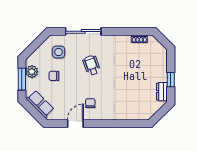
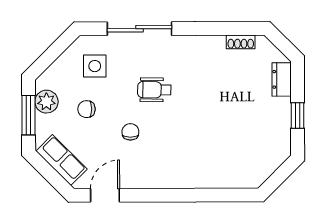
wheelchair: (91, 65) -> (154, 90), turned -70
dresser: (162, 92) -> (282, 79), moved
chair: (90, 103) -> (130, 132), moved
door: (75, 124) -> (105, 195), moved

